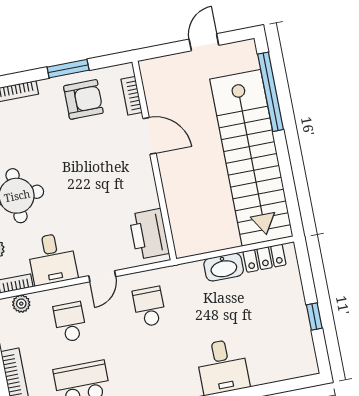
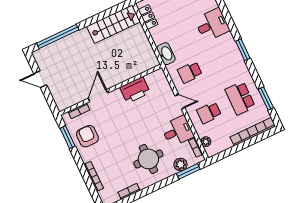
window: (68, 69) -> (68, 137), moved
stairs: (251, 158) -> (113, 24), width x0.54, depth x0.66
printer: (149, 234) -> (135, 90), moved
washbasin: (224, 267) -> (166, 54), moved

